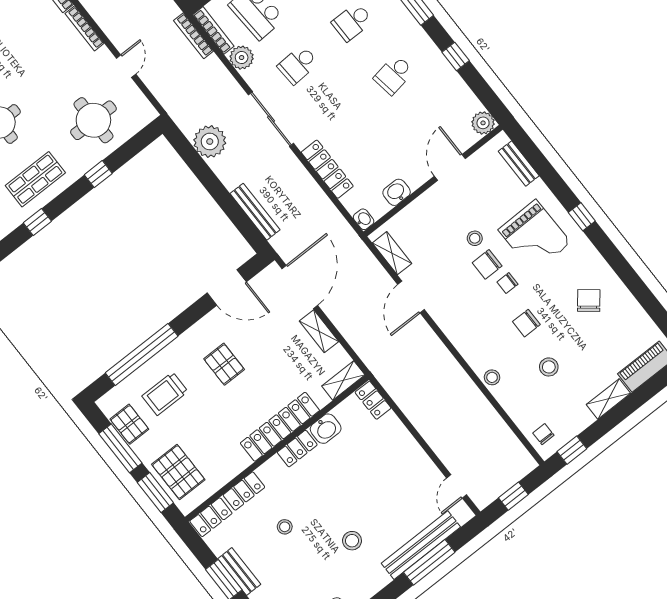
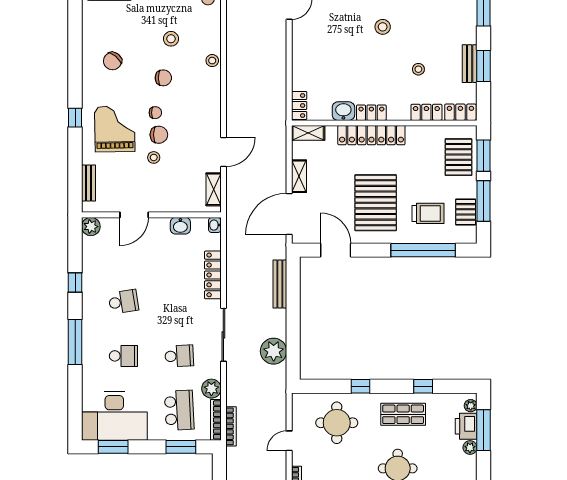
pallet: (224, 364) -> (376, 203), width x2.05, depth x2.00

